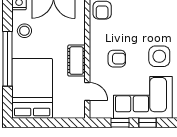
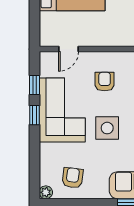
armchair: (117, 59) -> (105, 82), turned 180
cot: (76, 61) -> (102, 37), removed

